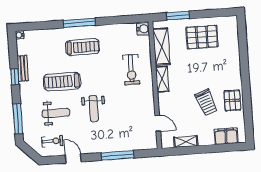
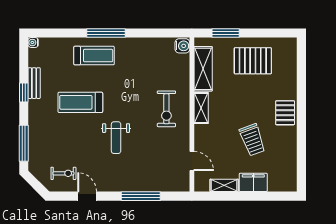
treadmill: (82, 47) -> (94, 56), moved
exercise bike: (131, 70) -> (166, 109), moved
pallet: (232, 101) -> (285, 113), moved
weight bench: (56, 113) -> (70, 140), removed
filing cabinet: (226, 136) -> (253, 182), moved

